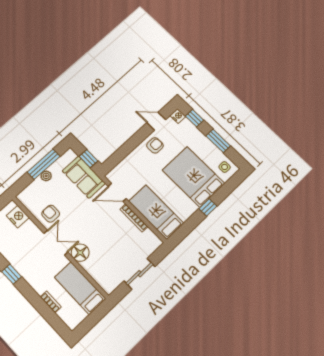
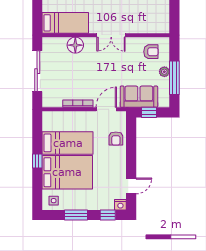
armchair: (155, 145) -> (116, 138), moved
bed: (156, 212) -> (68, 143), moved
armchair: (51, 214) -> (151, 52), moved
nightstand: (18, 217) -> (154, 26), removed
floor lamp: (80, 253) -> (75, 45), moved
sliding door: (140, 274) -> (37, 71), width x1.37

